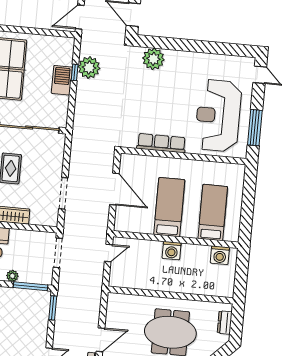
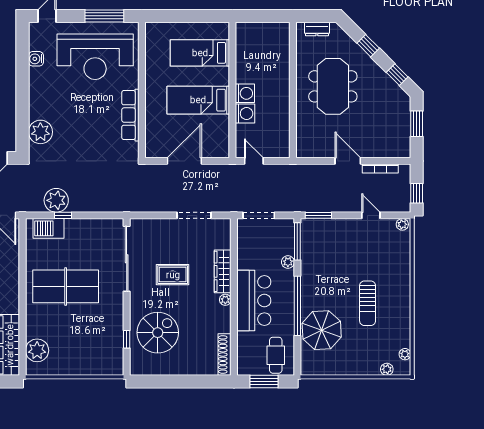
water cooler: (221, 61) -> (36, 59), added
barbecue: (62, 80) -> (48, 228), moved
washing machine: (220, 255) -> (245, 114), moved

